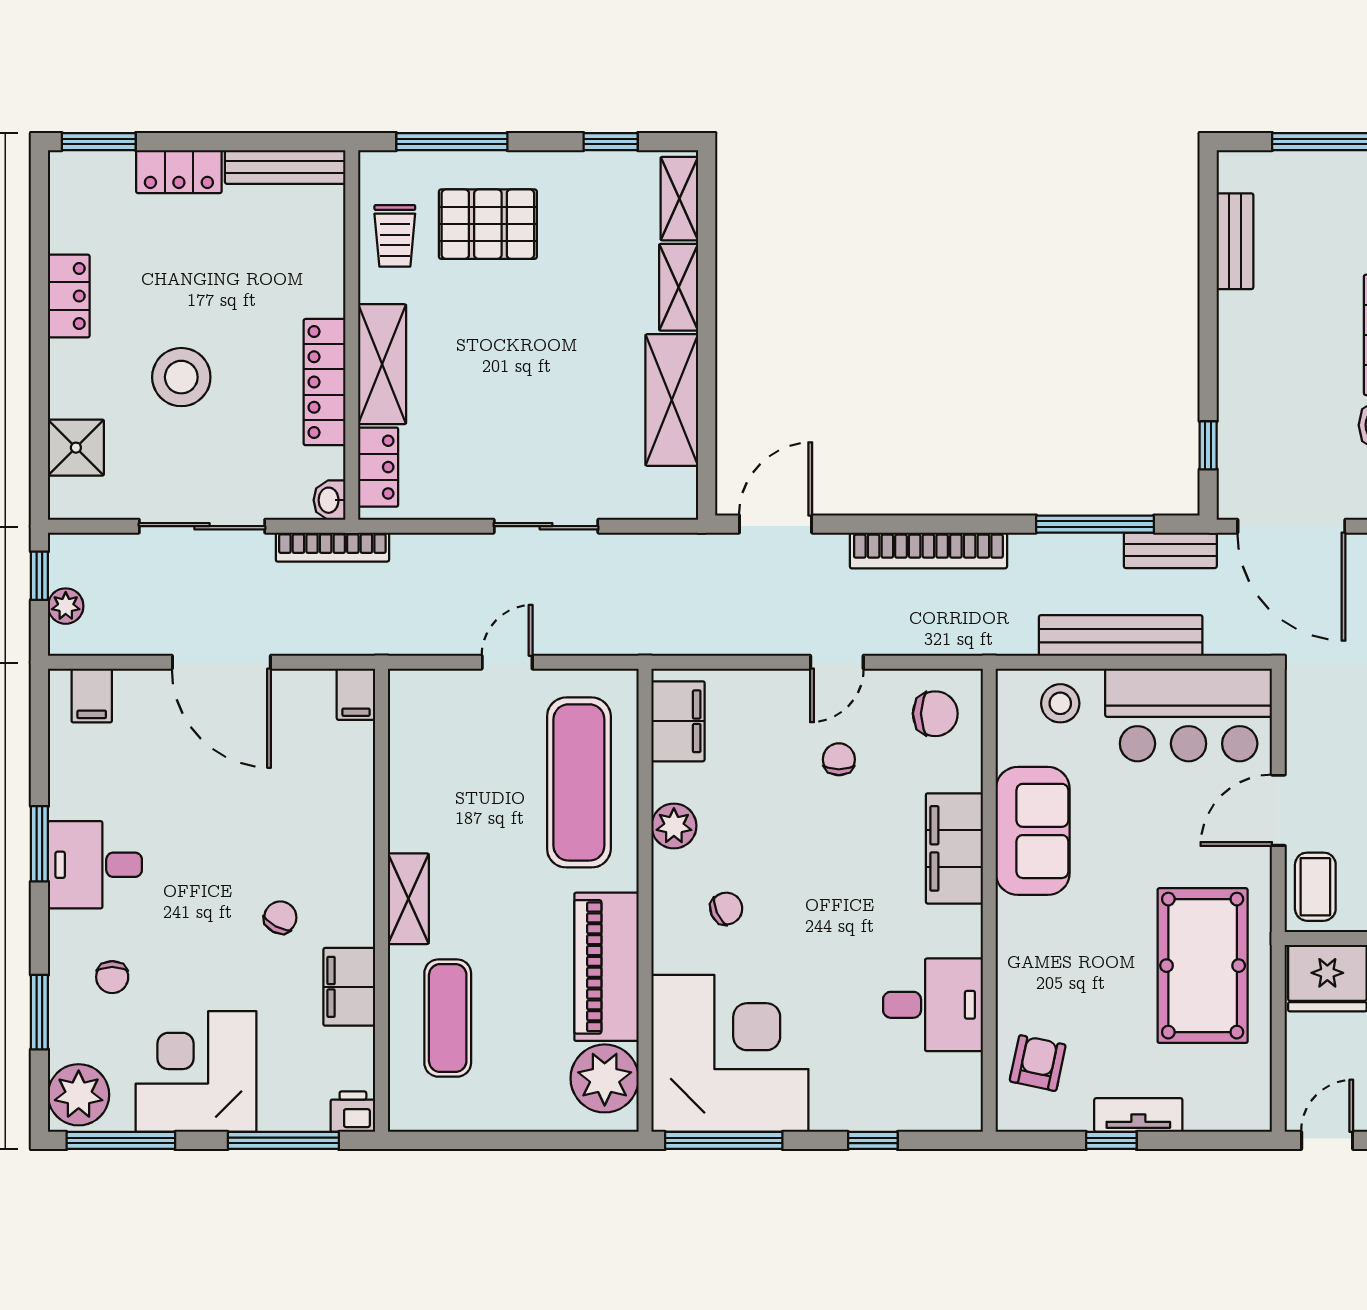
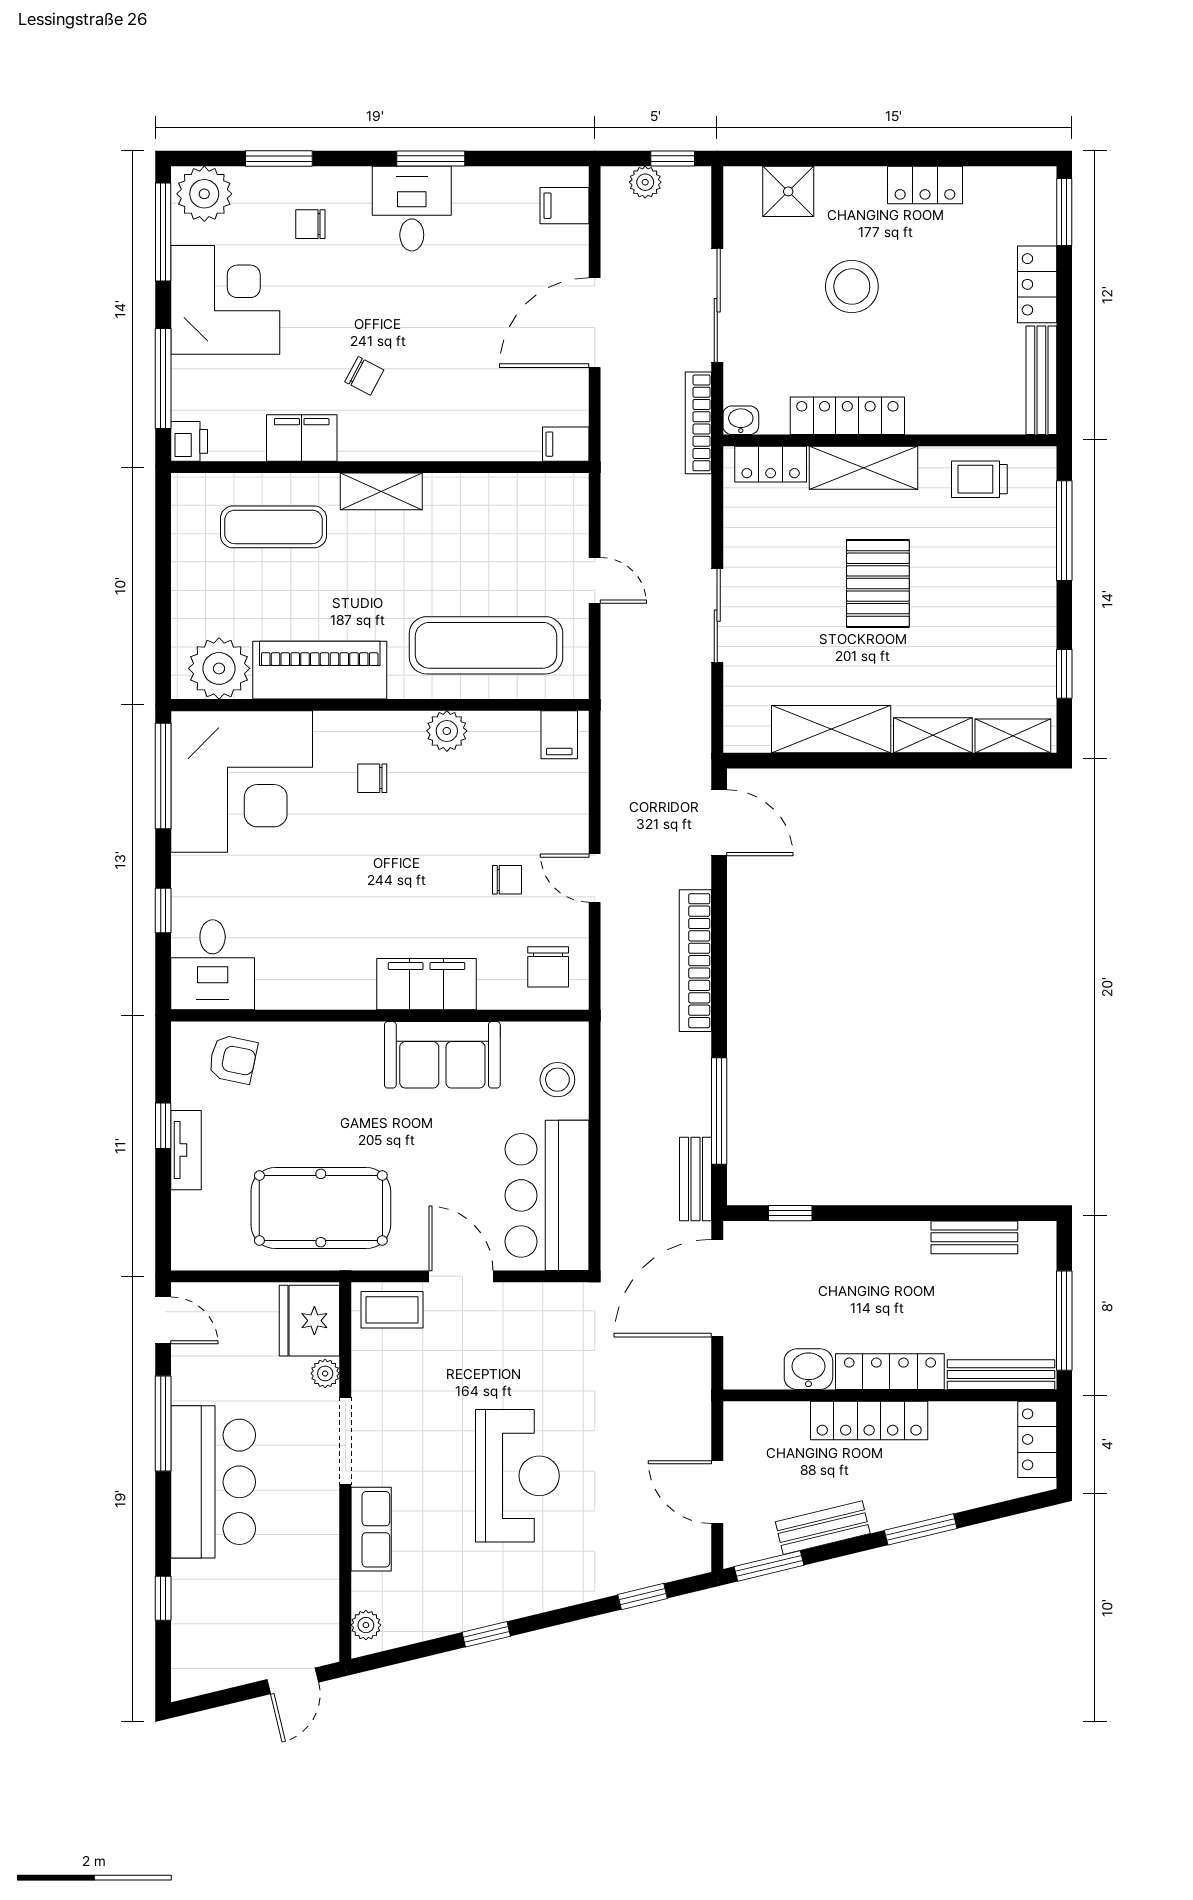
pallet: (488, 224) -> (878, 583), moved
bench: (1121, 636) -> (619, 1134), removed
filing cabinet: (678, 721) -> (559, 735), width x0.50
chair: (726, 909) -> (372, 778), turned 114
desk: (933, 1005) -> (213, 965), moved

